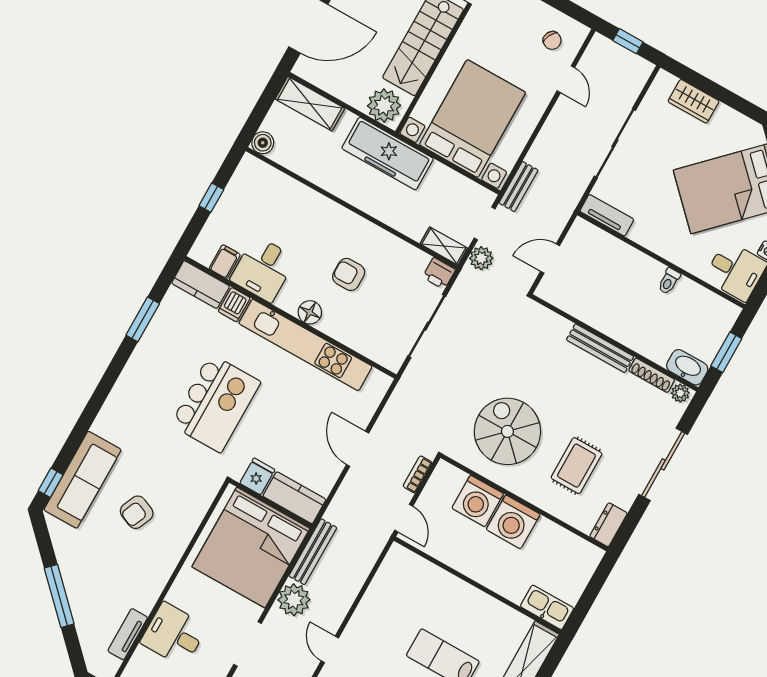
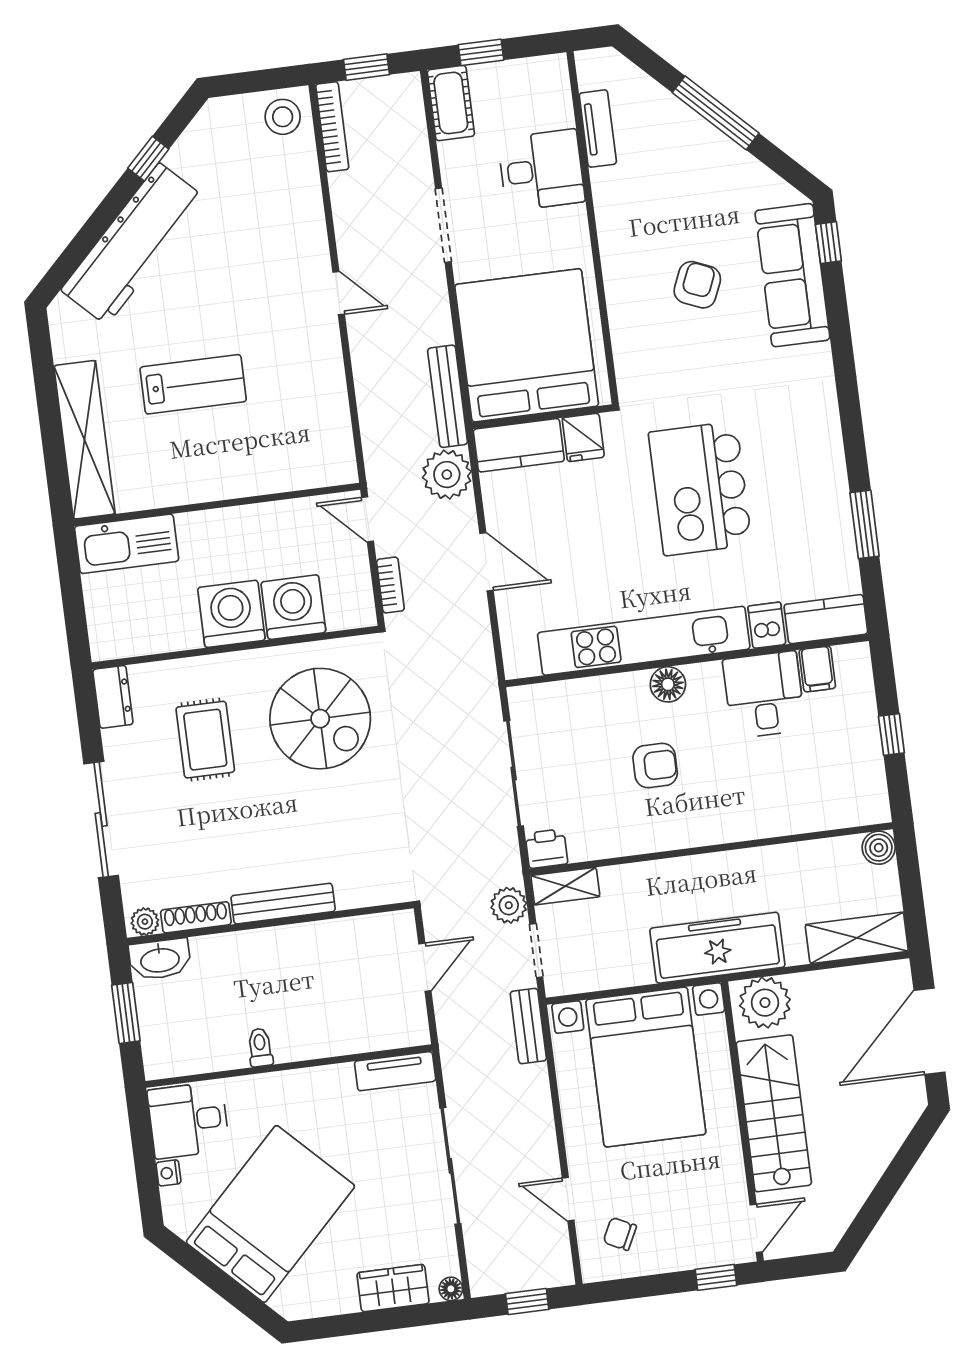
floor lamp: (663, 78) -> (451, 1289), added
plant: (294, 600) -> (447, 475), moved
kitchen sink: (547, 607) -> (127, 544), width x1.36, depth x1.24

